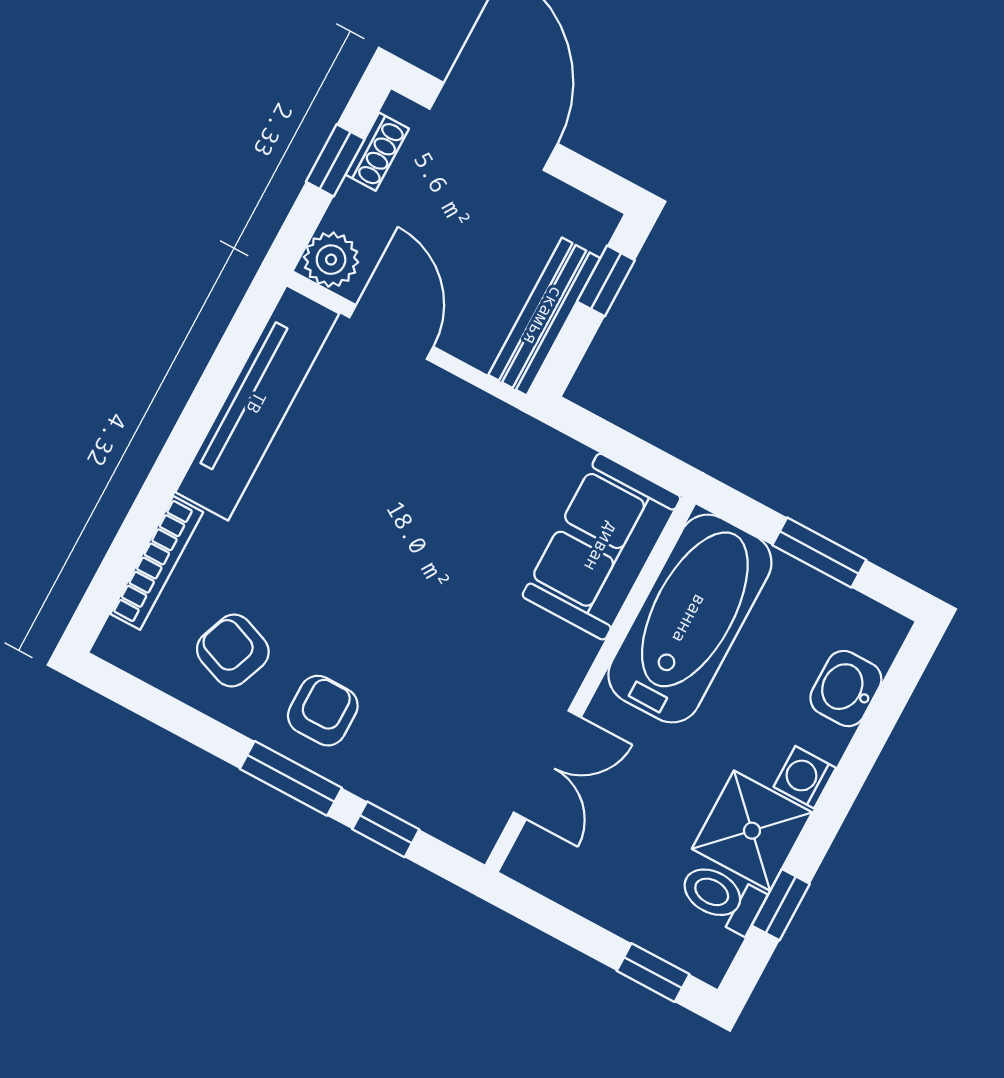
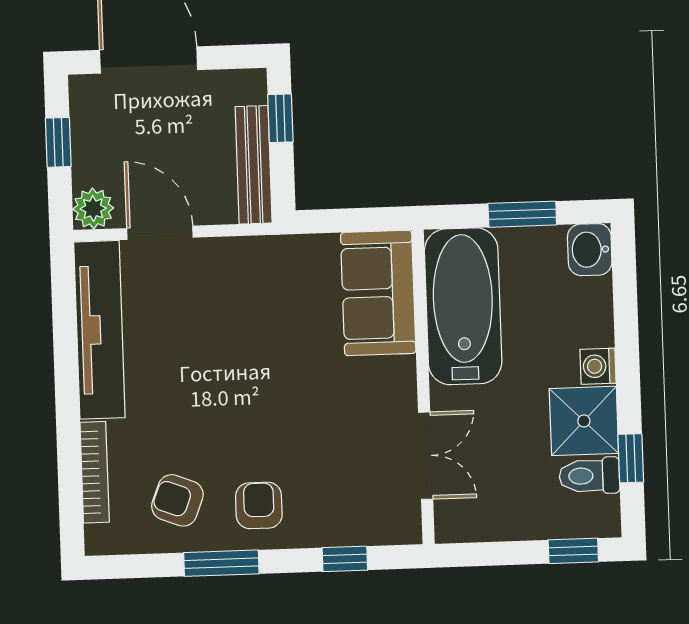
shoe rack: (377, 152) -> (82, 121), removed
washbasin: (846, 689) -> (590, 250), moved
window: (291, 778) -> (221, 563), moved

